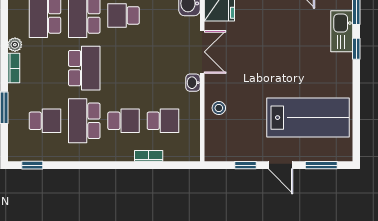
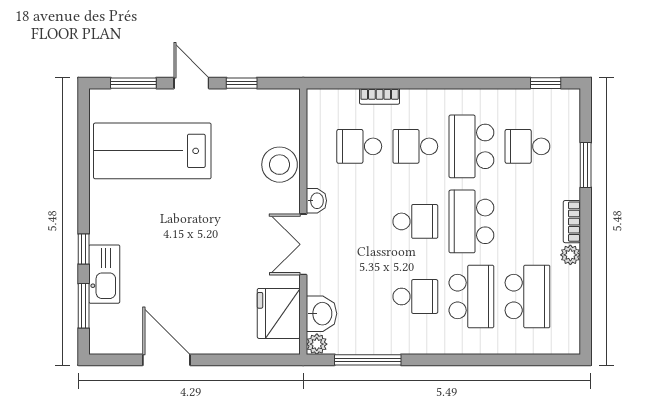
school desk: (124, 68) -> (415, 221), added
stool: (219, 108) -> (280, 165), width x1.89, depth x1.89
school desk: (84, 121) -> (471, 146), turned 180

